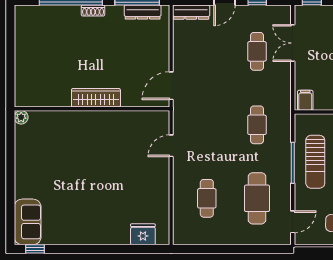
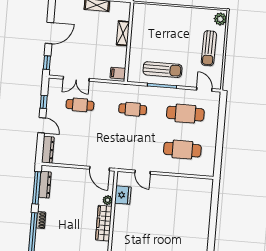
plant: (128, 101) -> (108, 200), added
cafe table: (207, 198) -> (182, 150), width x1.37, depth x1.35
fridge: (143, 234) -> (123, 195), moved, turned 180

